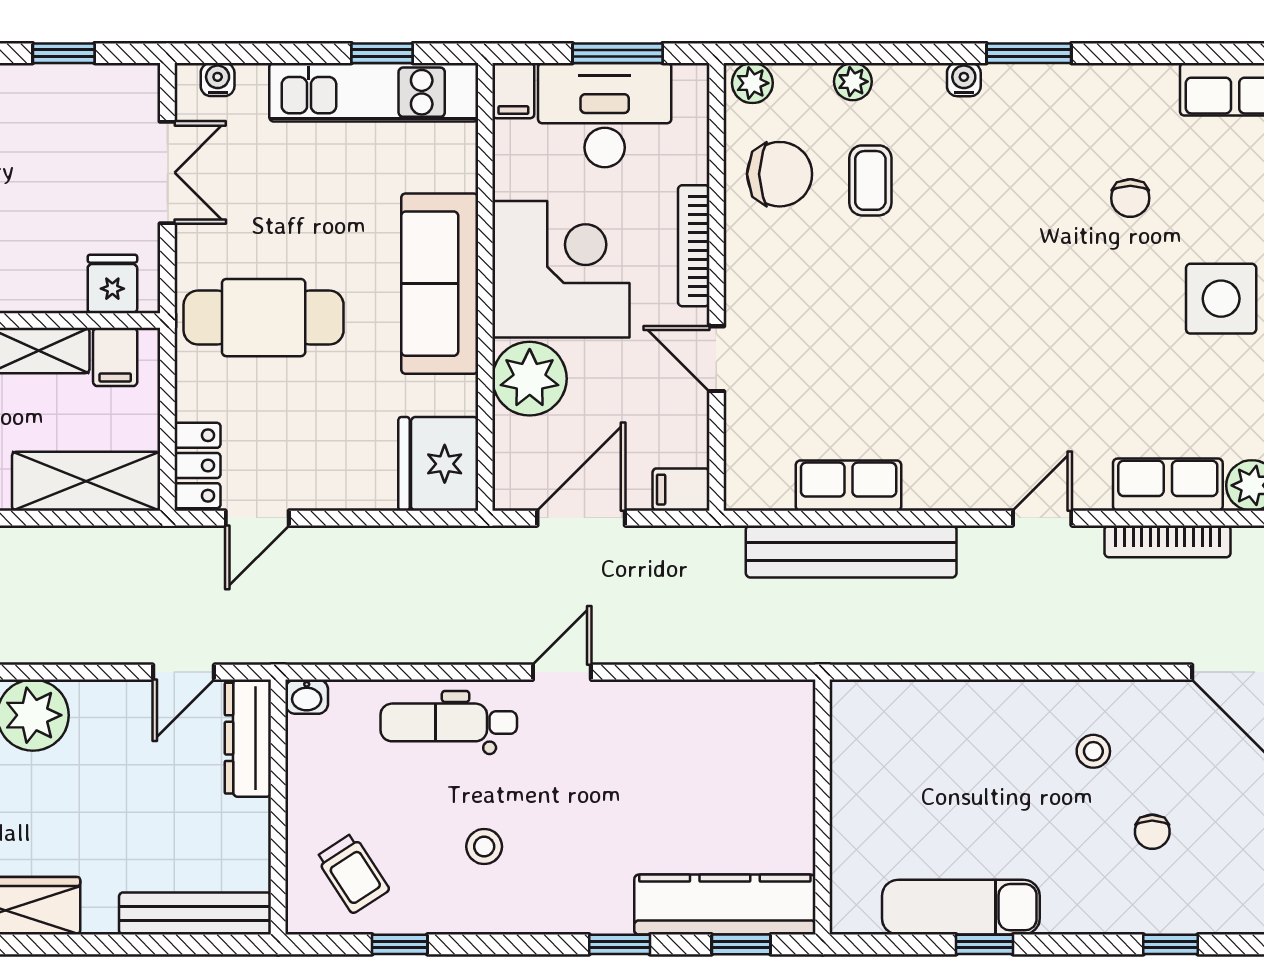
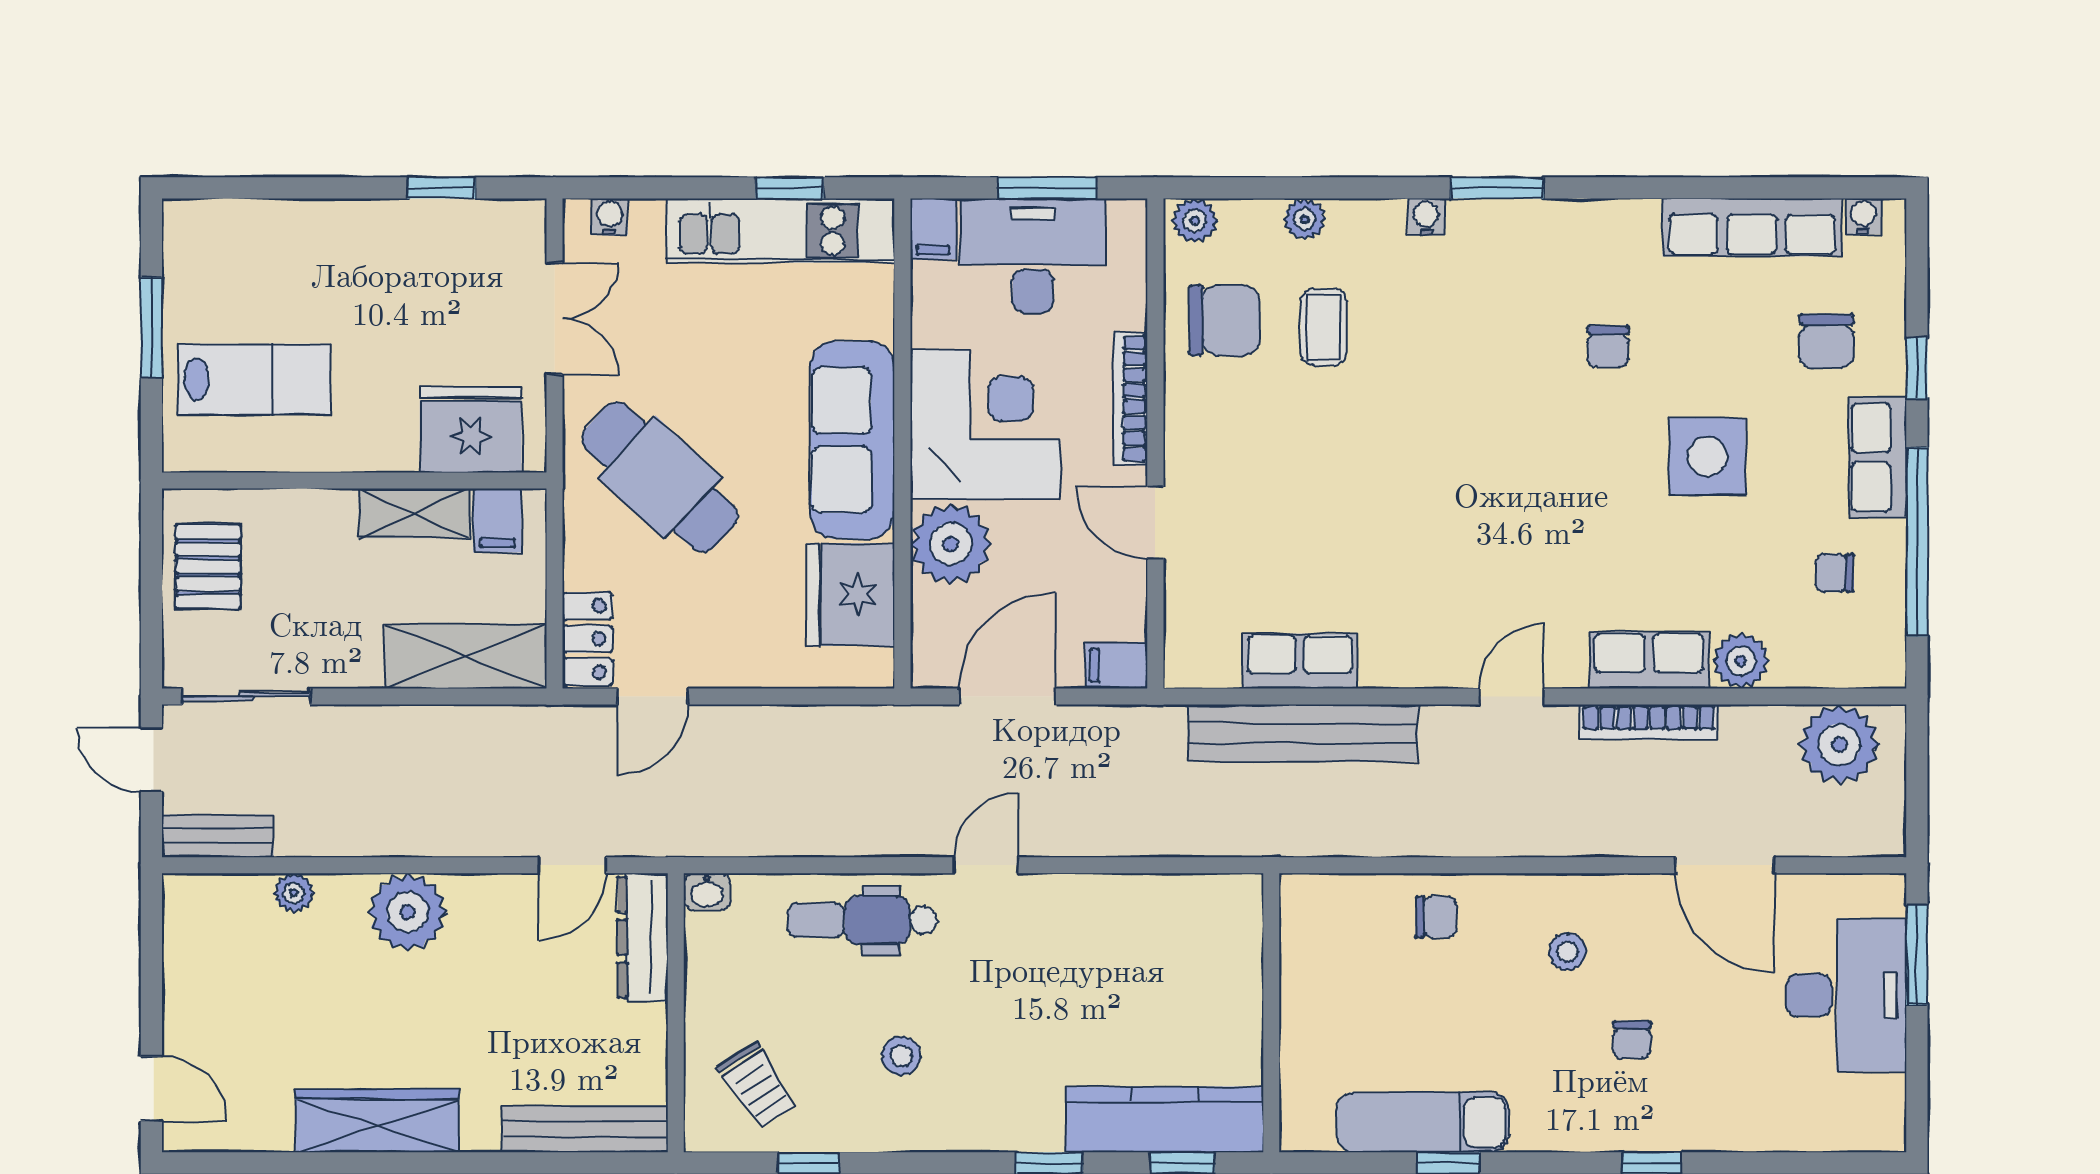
fridge: (112, 284) -> (471, 430), width x1.88, depth x1.34
cafe table: (264, 318) -> (660, 477), turned 43
fridge: (438, 464) -> (851, 594), moved
chair: (973, 719) -> (1436, 917), added

